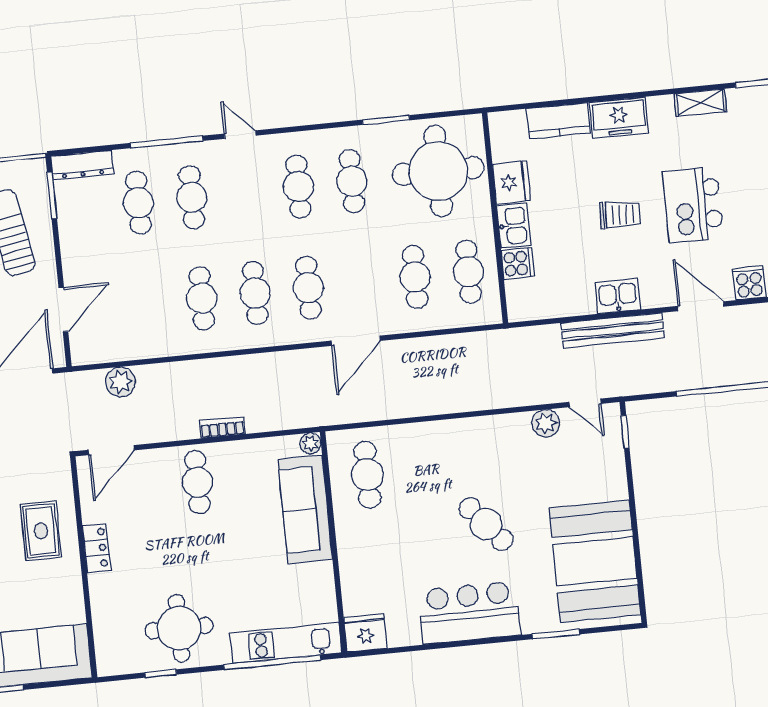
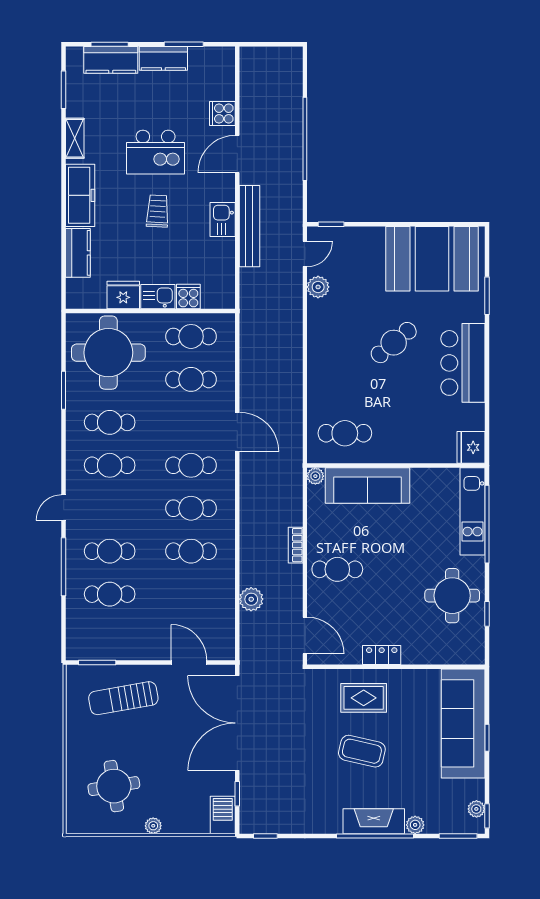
freezer: (619, 118) -> (80, 195), width x1.40
dresser: (82, 165) -> (75, 636), removed
plant: (120, 382) -> (251, 599), moved

